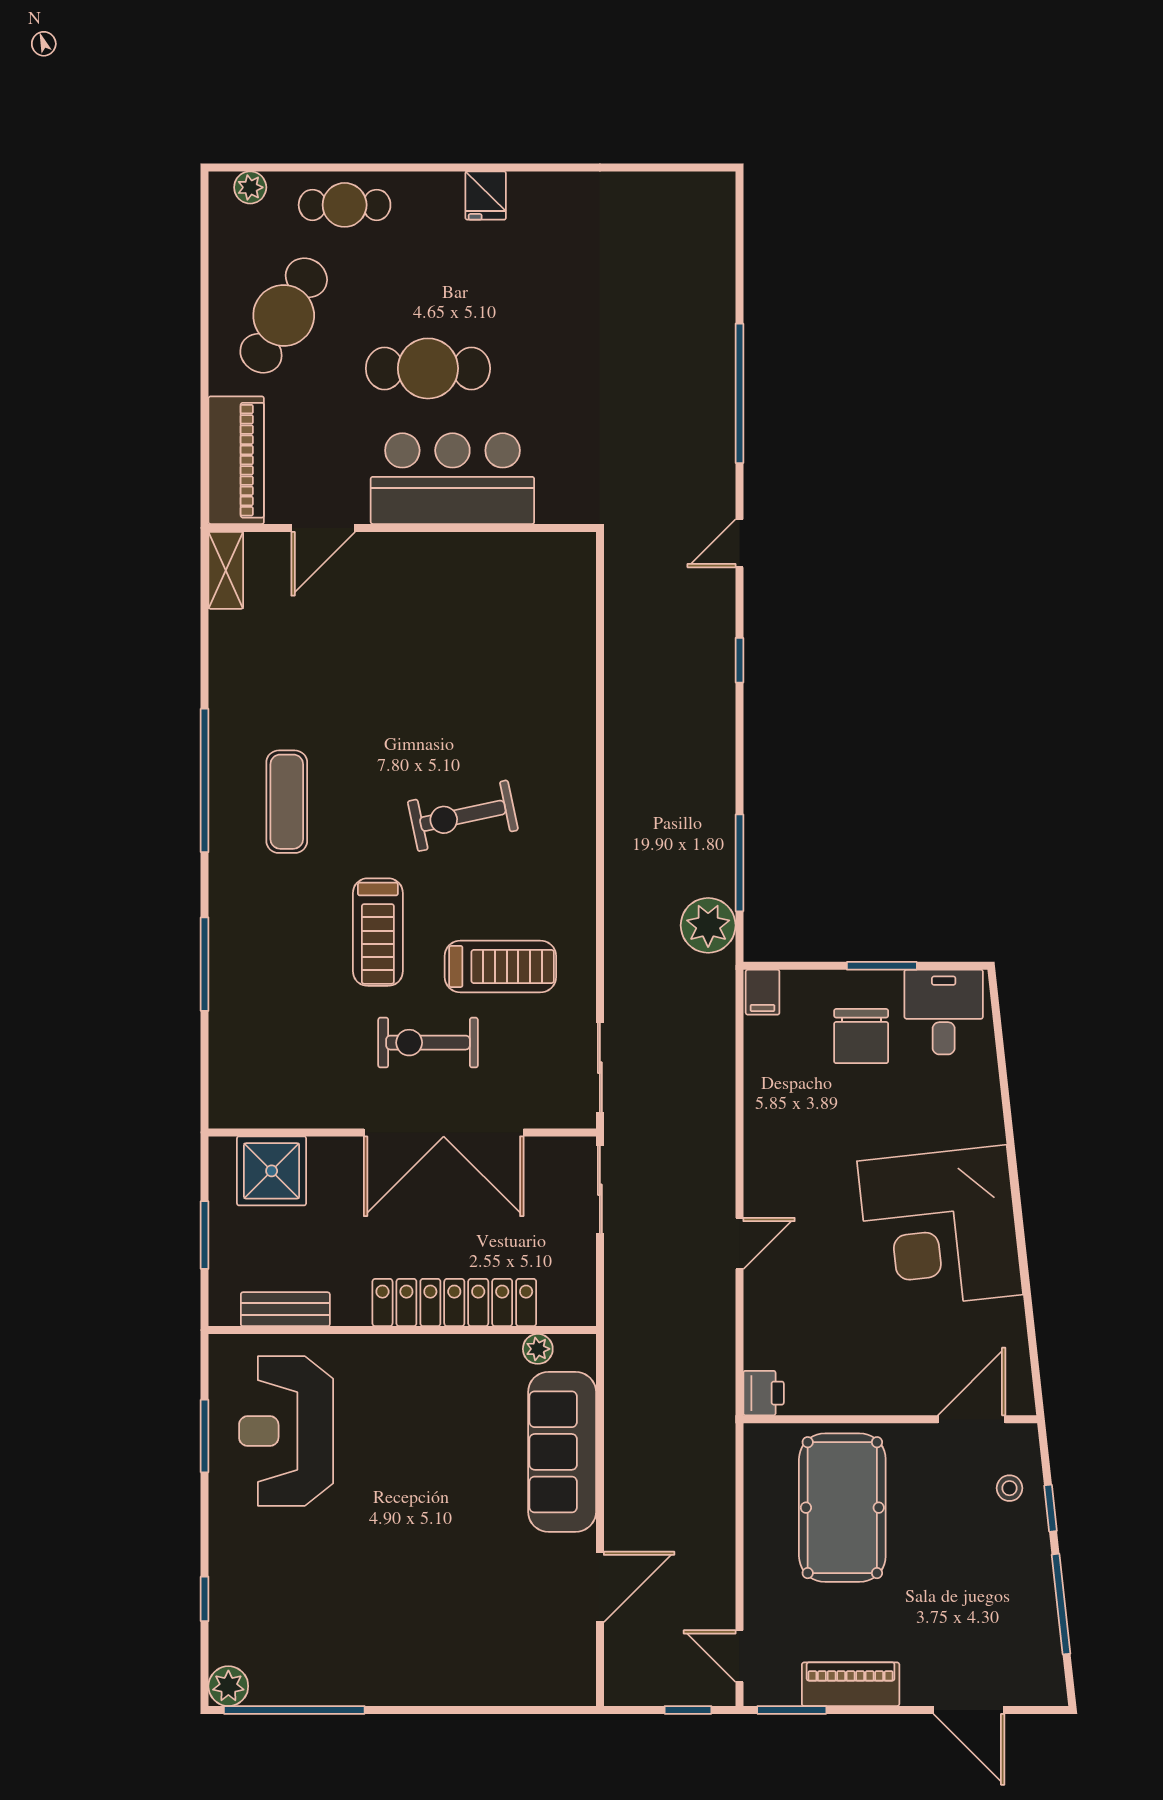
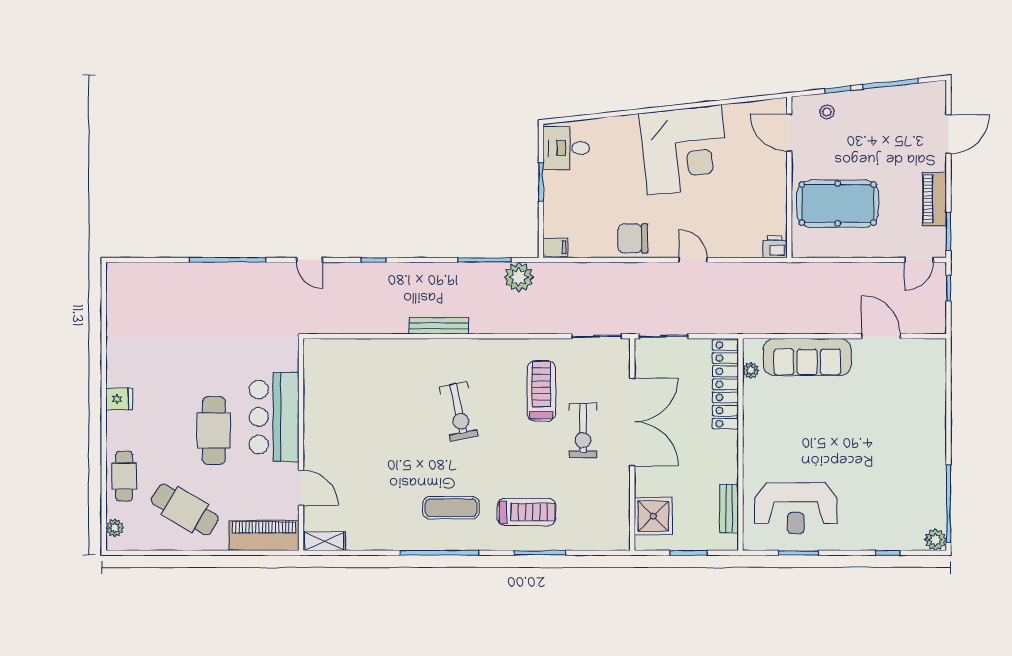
bench: (619, 779) -> (439, 326), added
treadmill: (378, 932) -> (526, 512), moved
chair: (861, 1036) -> (633, 238), moved, turned 180
locker: (454, 1303) -> (725, 384), moved

